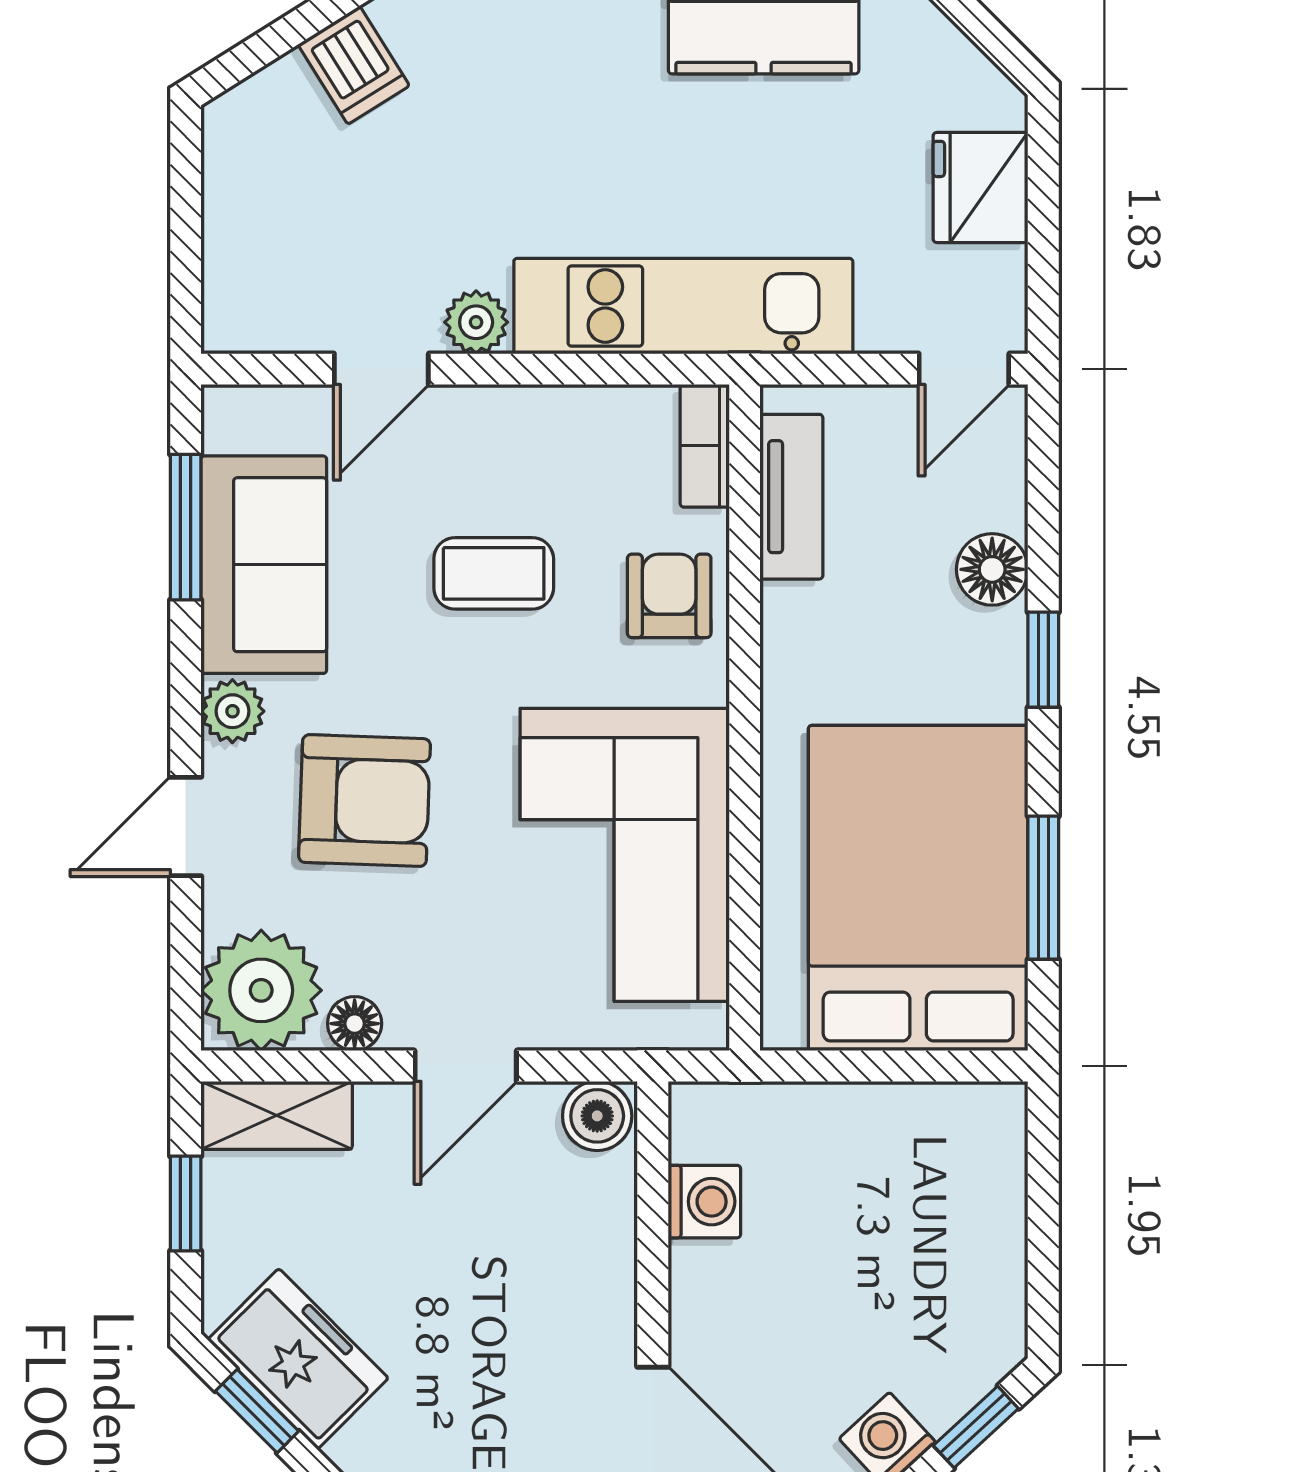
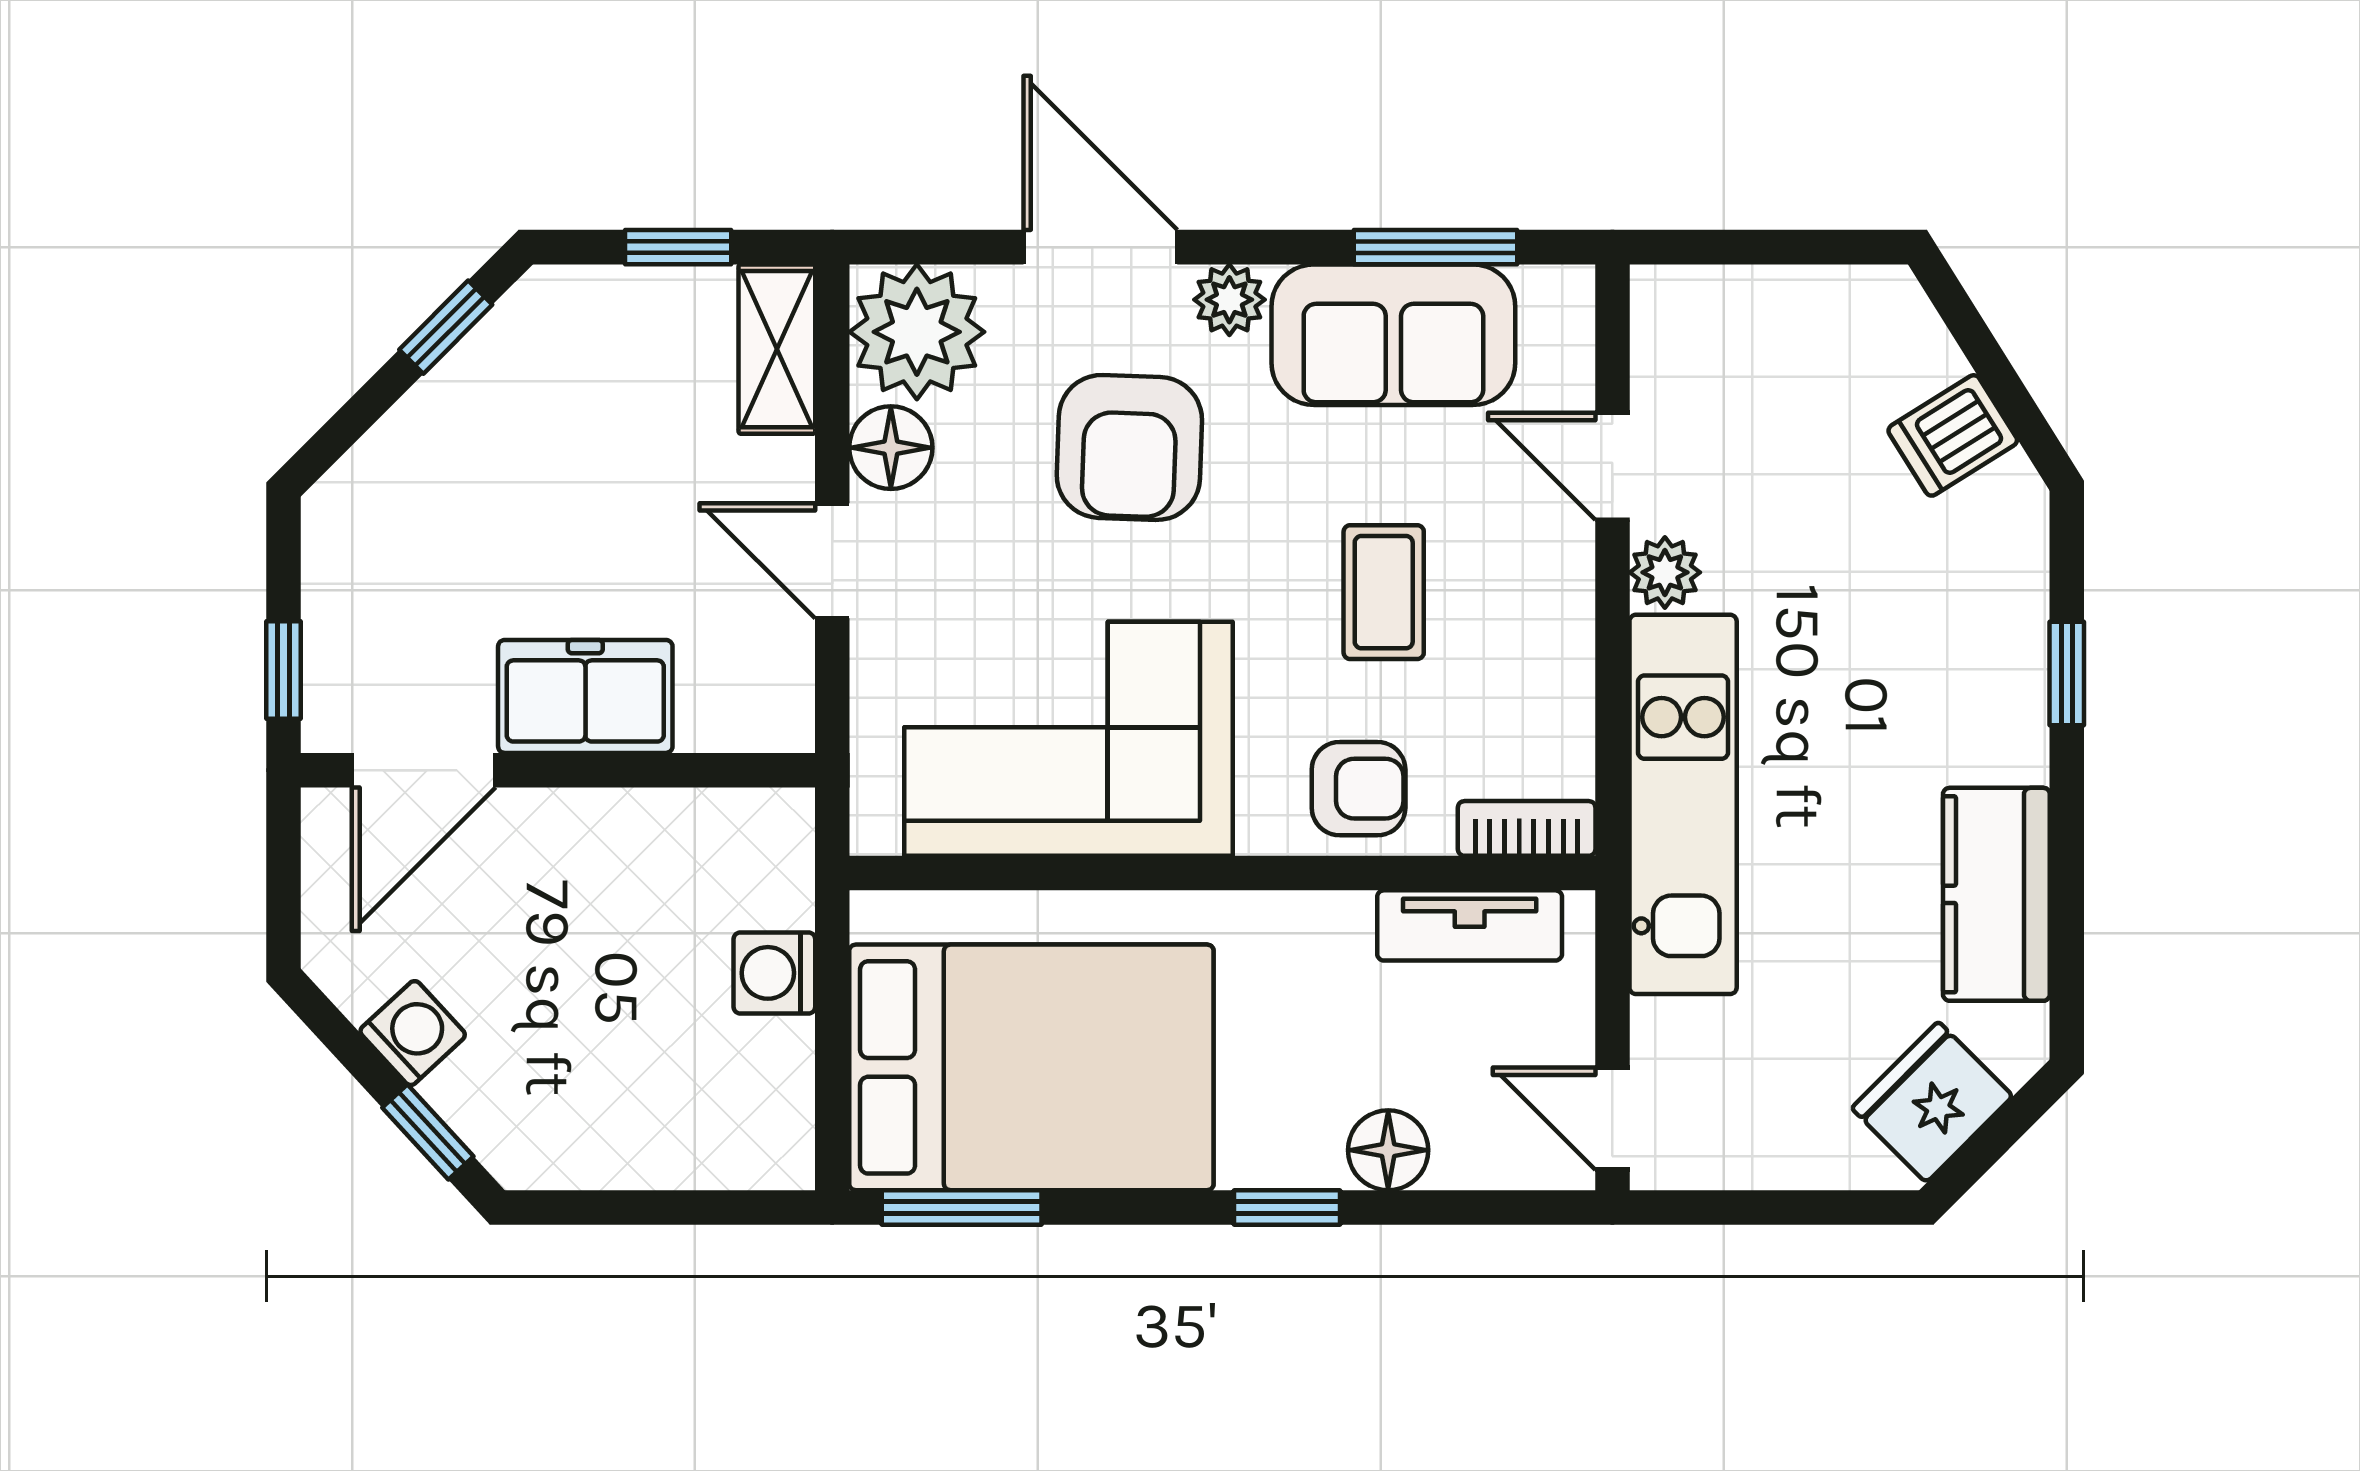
fridge: (981, 188) -> (1932, 1102), moved, turned -45
door: (186, 826) -> (1100, 247), width x1.38
window: (1043, 888) -> (962, 1207), moved
floor lamp: (355, 1024) -> (891, 448), width x1.37, depth x1.37
boiler: (597, 1116) -> (776, 708), removed
washing machine: (704, 1202) -> (774, 973), moved, turned 90
freezer: (298, 1359) -> (585, 696), moved, turned -135

